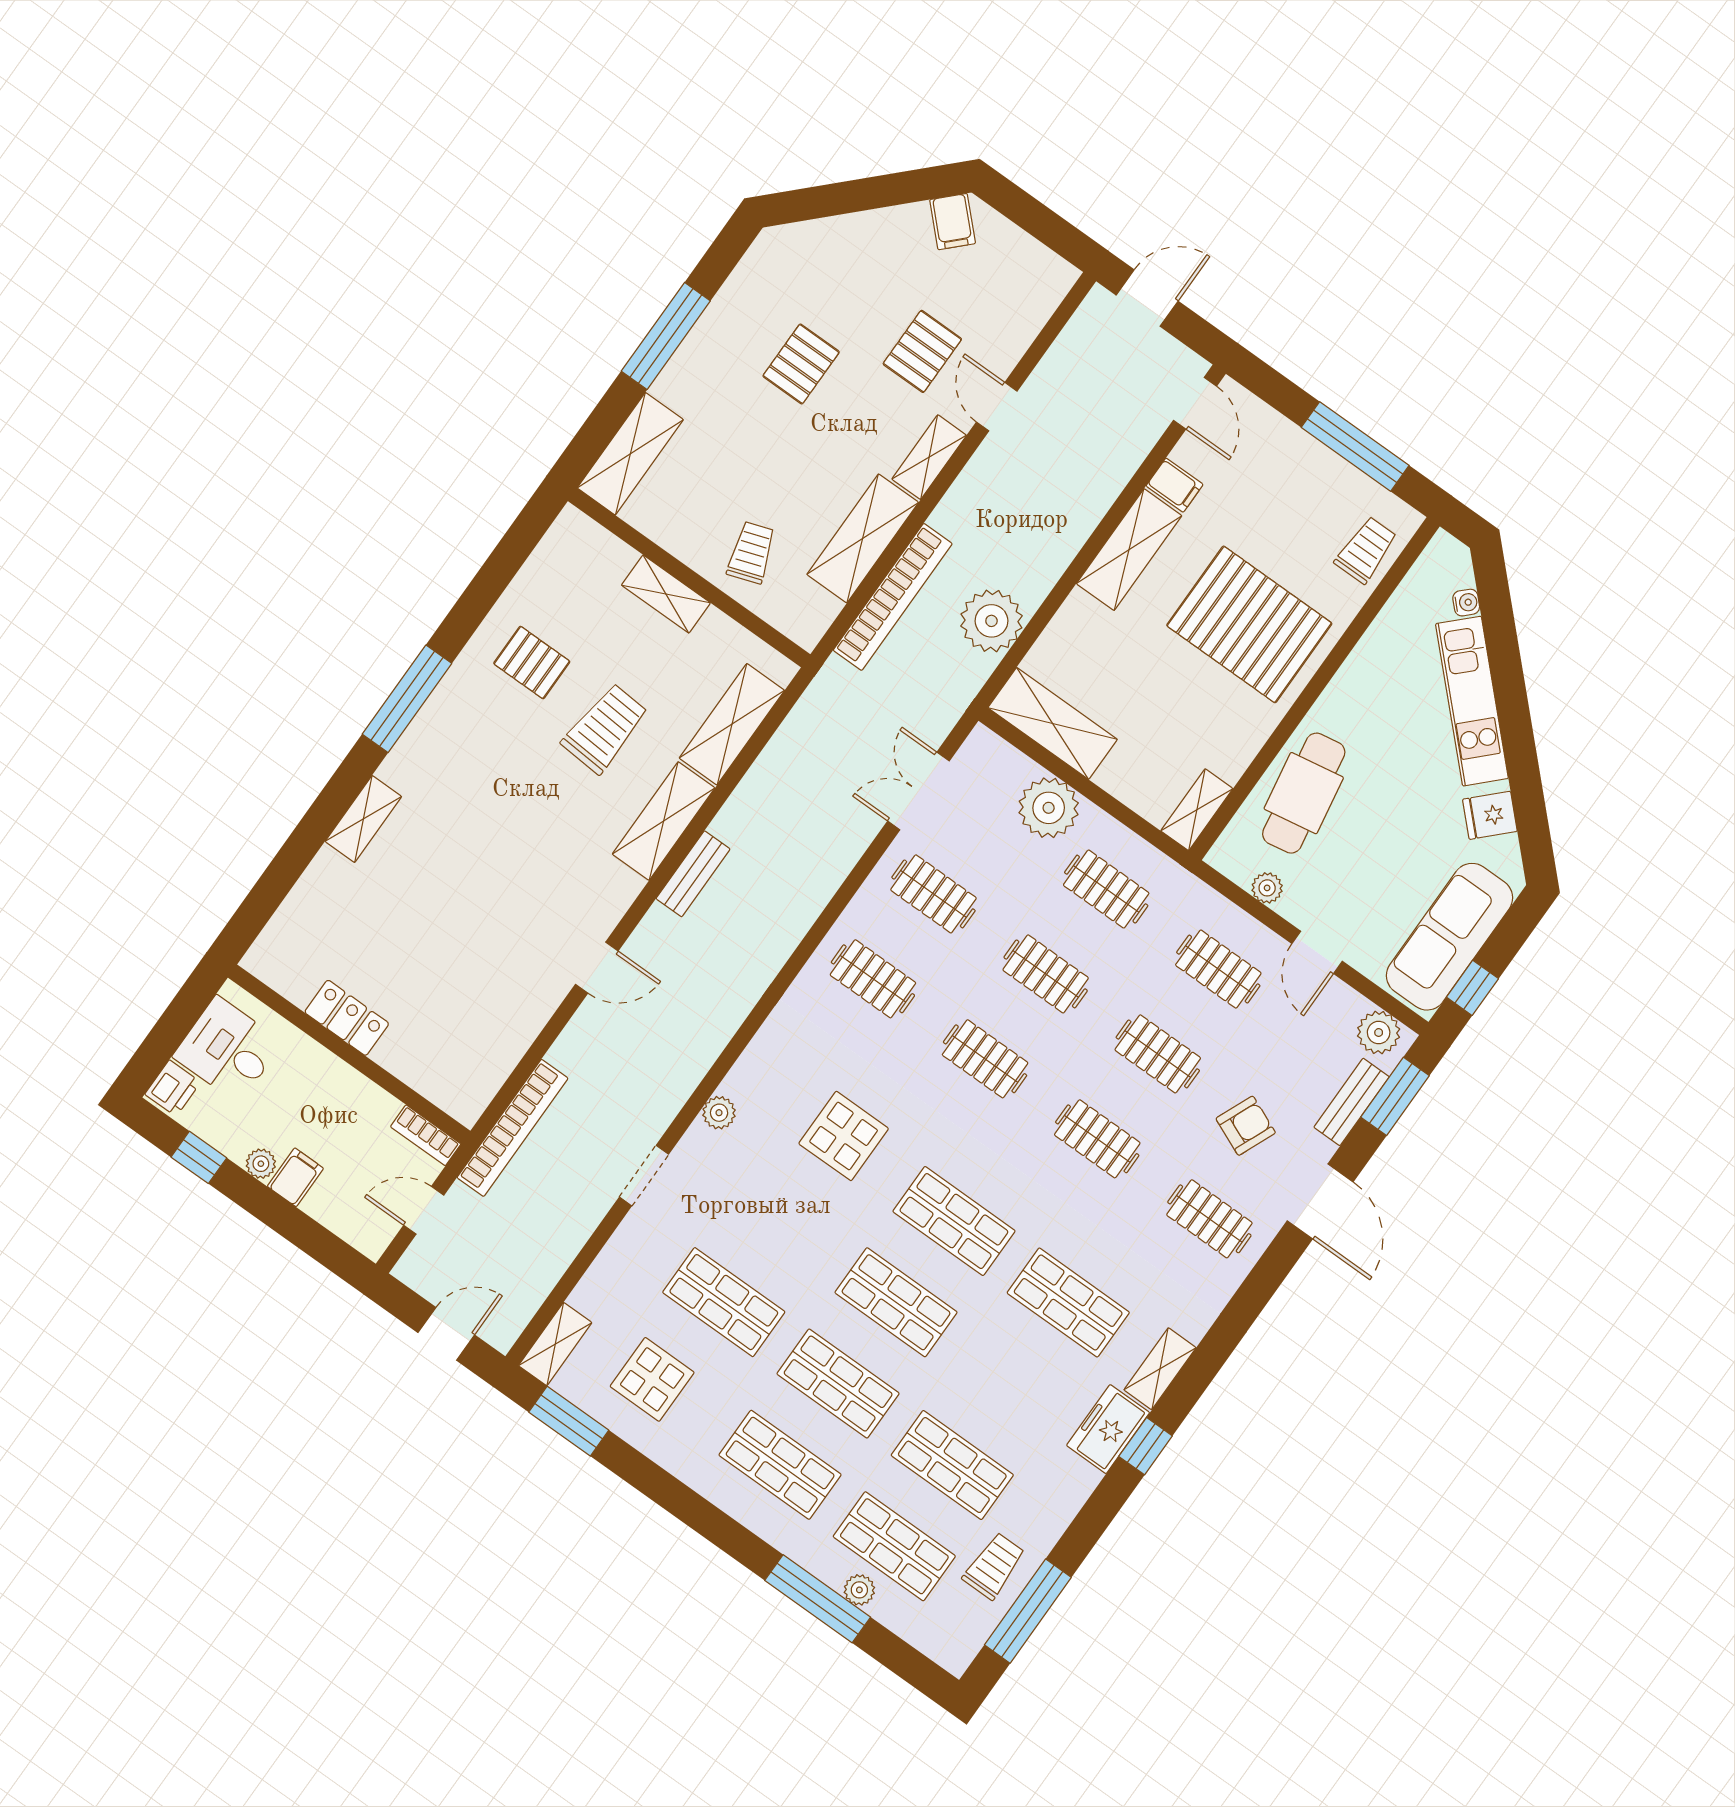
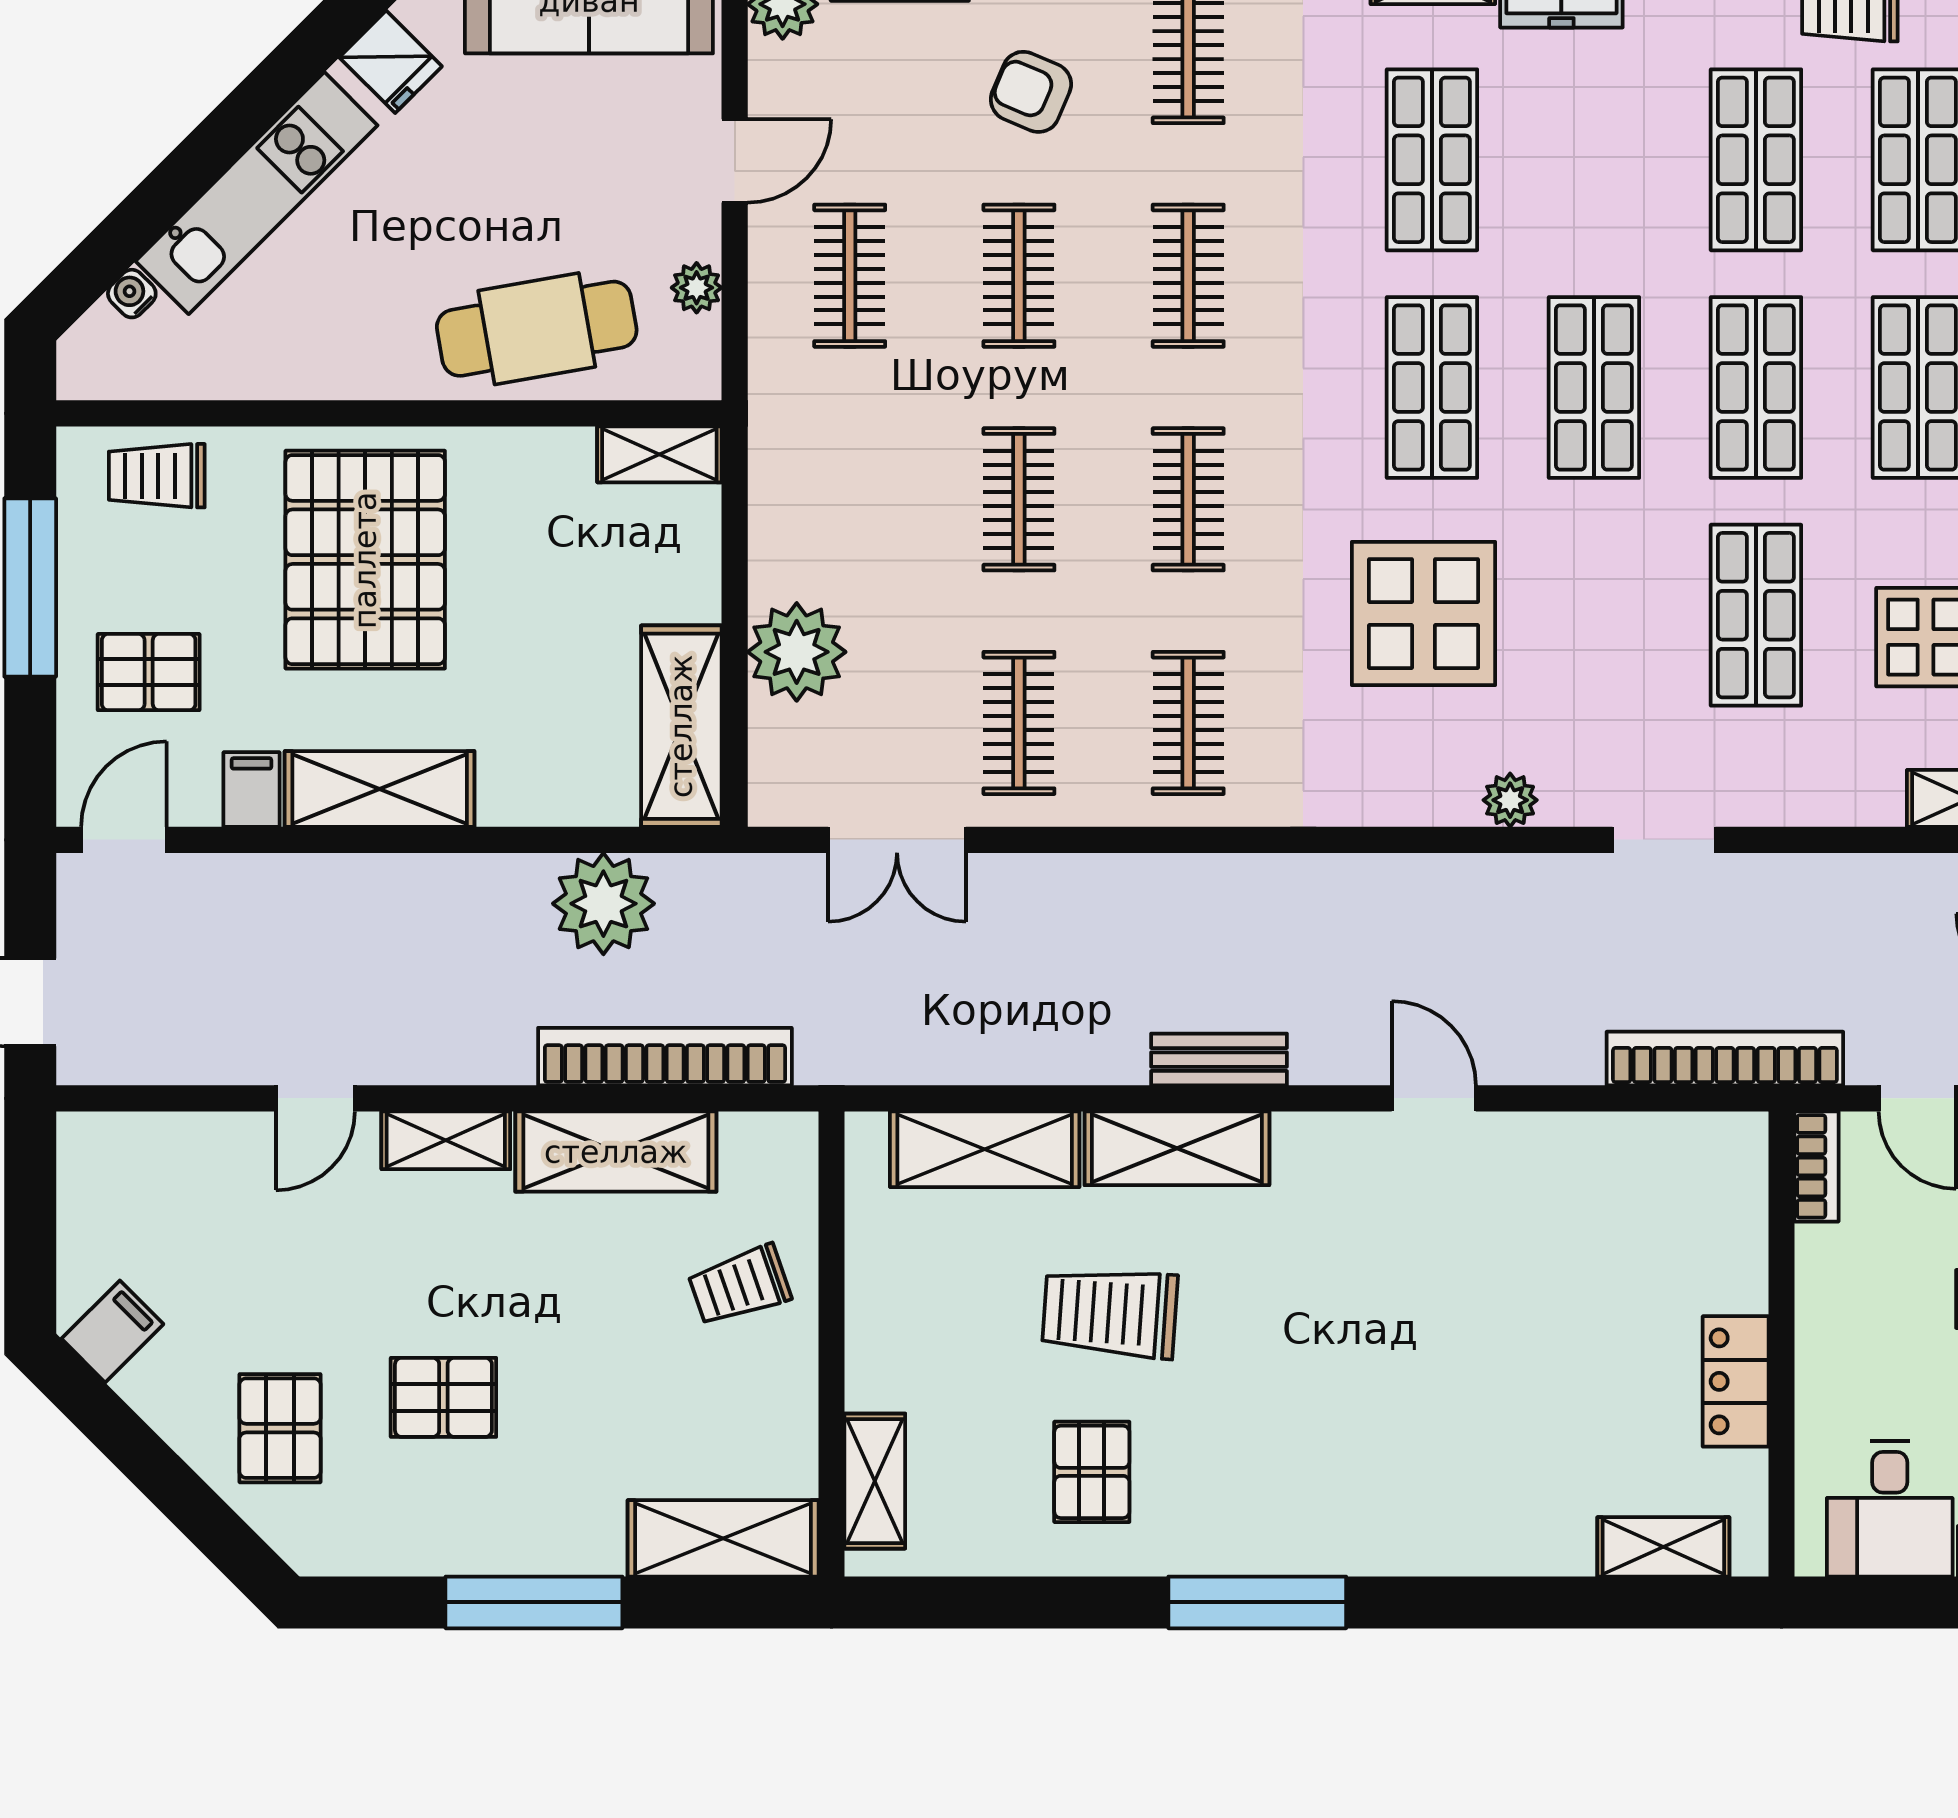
pallet: (922, 351) -> (280, 1428), moved, turned 90
pallet: (1270, 476) -> (149, 672), added
shelving: (666, 594) -> (875, 1481), moved
shelving: (363, 819) -> (1663, 1547), moved
clothes rail: (1106, 889) -> (850, 499), removed
display table: (844, 1136) -> (1423, 614), width x1.36, depth x1.36

